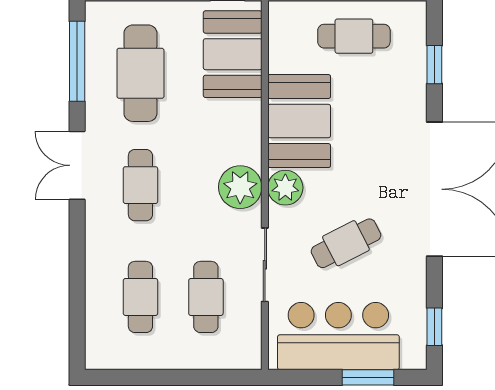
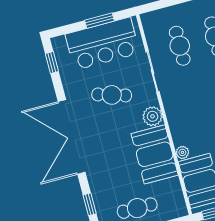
plant: (240, 187) -> (182, 152), moved, width x0.53, depth x0.53
cafe table: (346, 243) -> (112, 95), turned 44
window: (368, 377) -> (99, 21), moved

